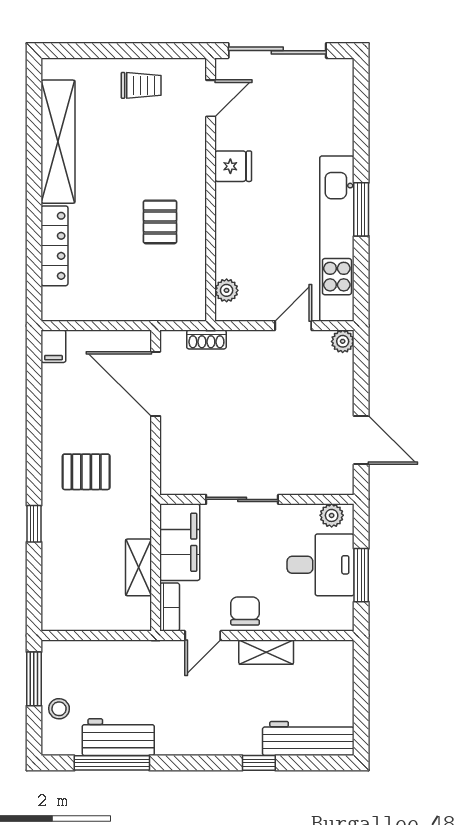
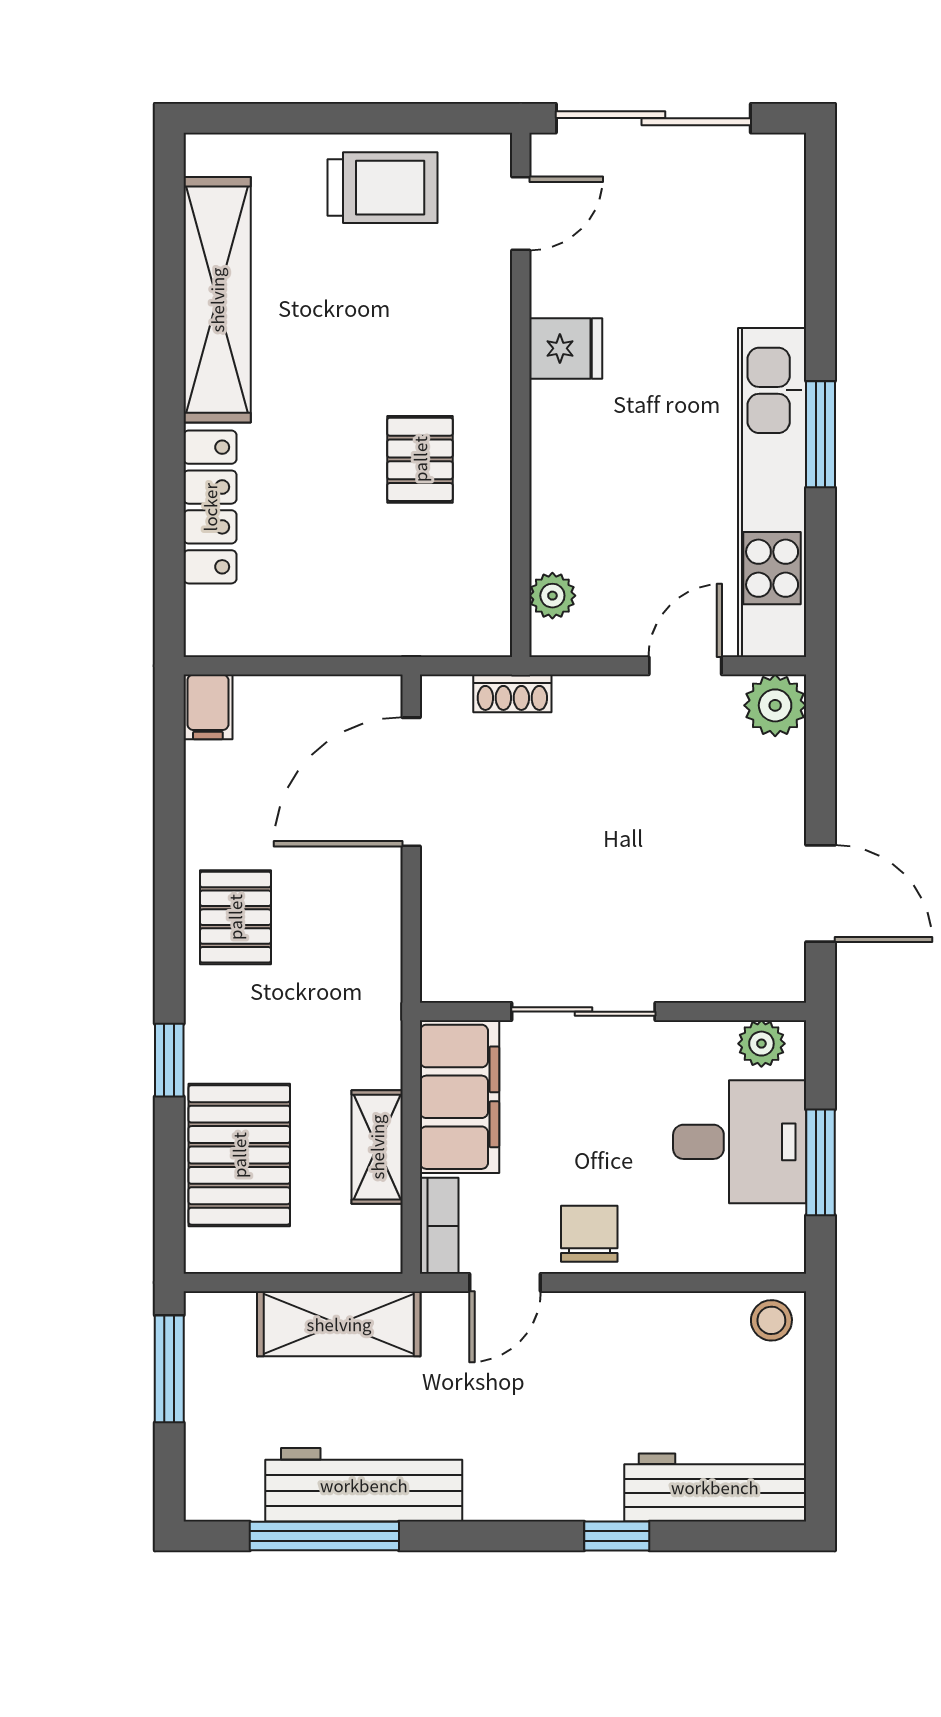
trolley: (141, 85) -> (383, 188), width x1.36, depth x1.39
plant: (343, 341) -> (775, 705), width x1.38, depth x1.38
door: (156, 384) -> (411, 782), hinge flipped
pallet: (86, 472) -> (235, 917), moved, turned 90
pallet: (69, 571) -> (239, 1155), added
shelving: (266, 652) -> (339, 1324), moved, width x1.50, depth x1.33
stool: (59, 709) -> (771, 1320), moved
workbench: (118, 737) -> (364, 1485), width x1.38

